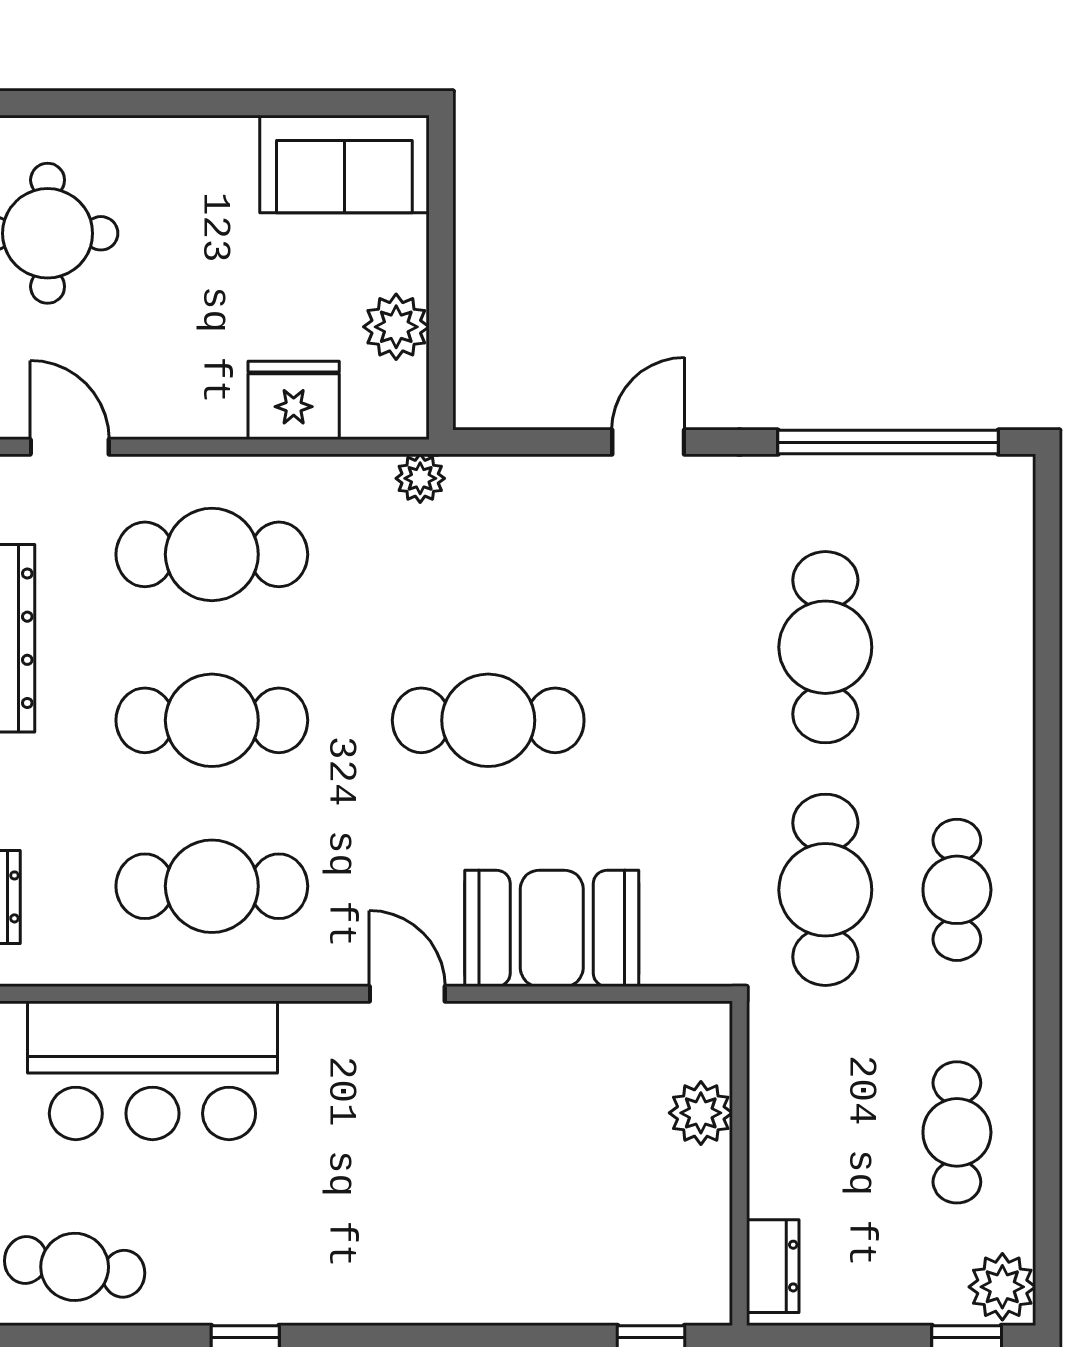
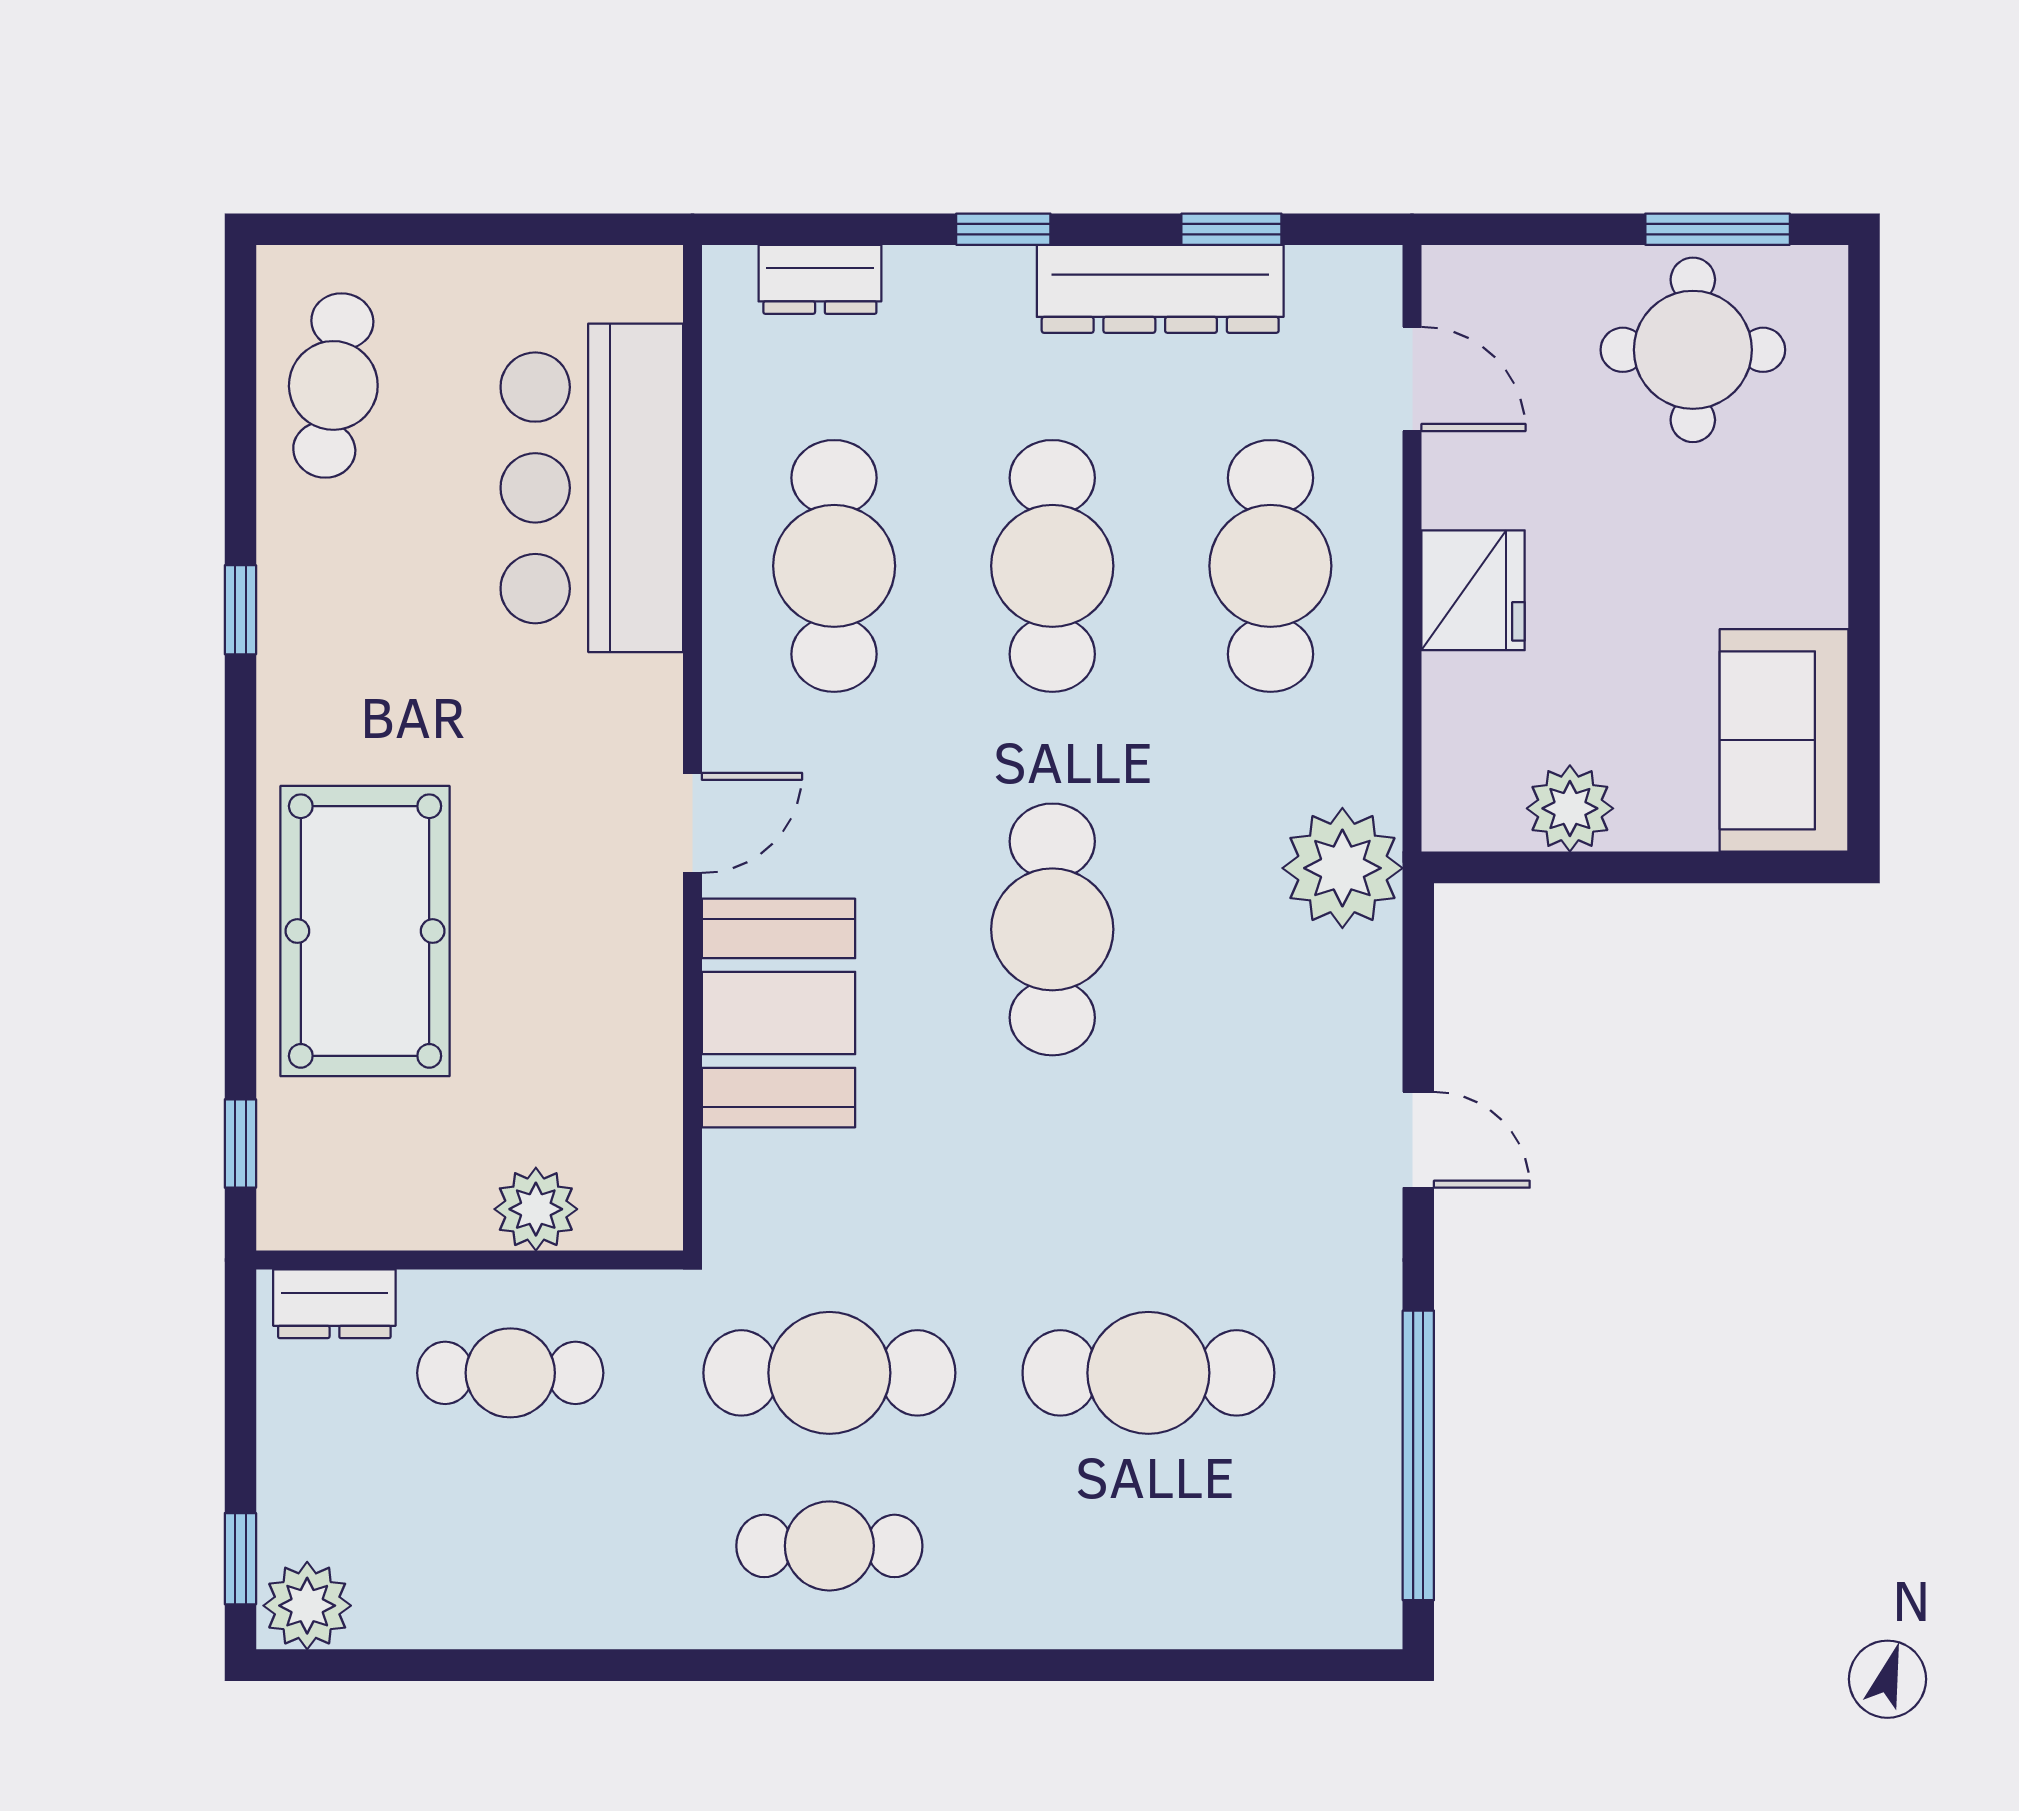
fridge: (294, 400) -> (1473, 590), moved
door: (70, 447) -> (1412, 379), hinge flipped
plant: (420, 478) -> (1342, 868), width x1.88, depth x1.88
cafe table: (957, 1132) -> (510, 1373), moved
pool table: (489, 1243) -> (365, 931), added

